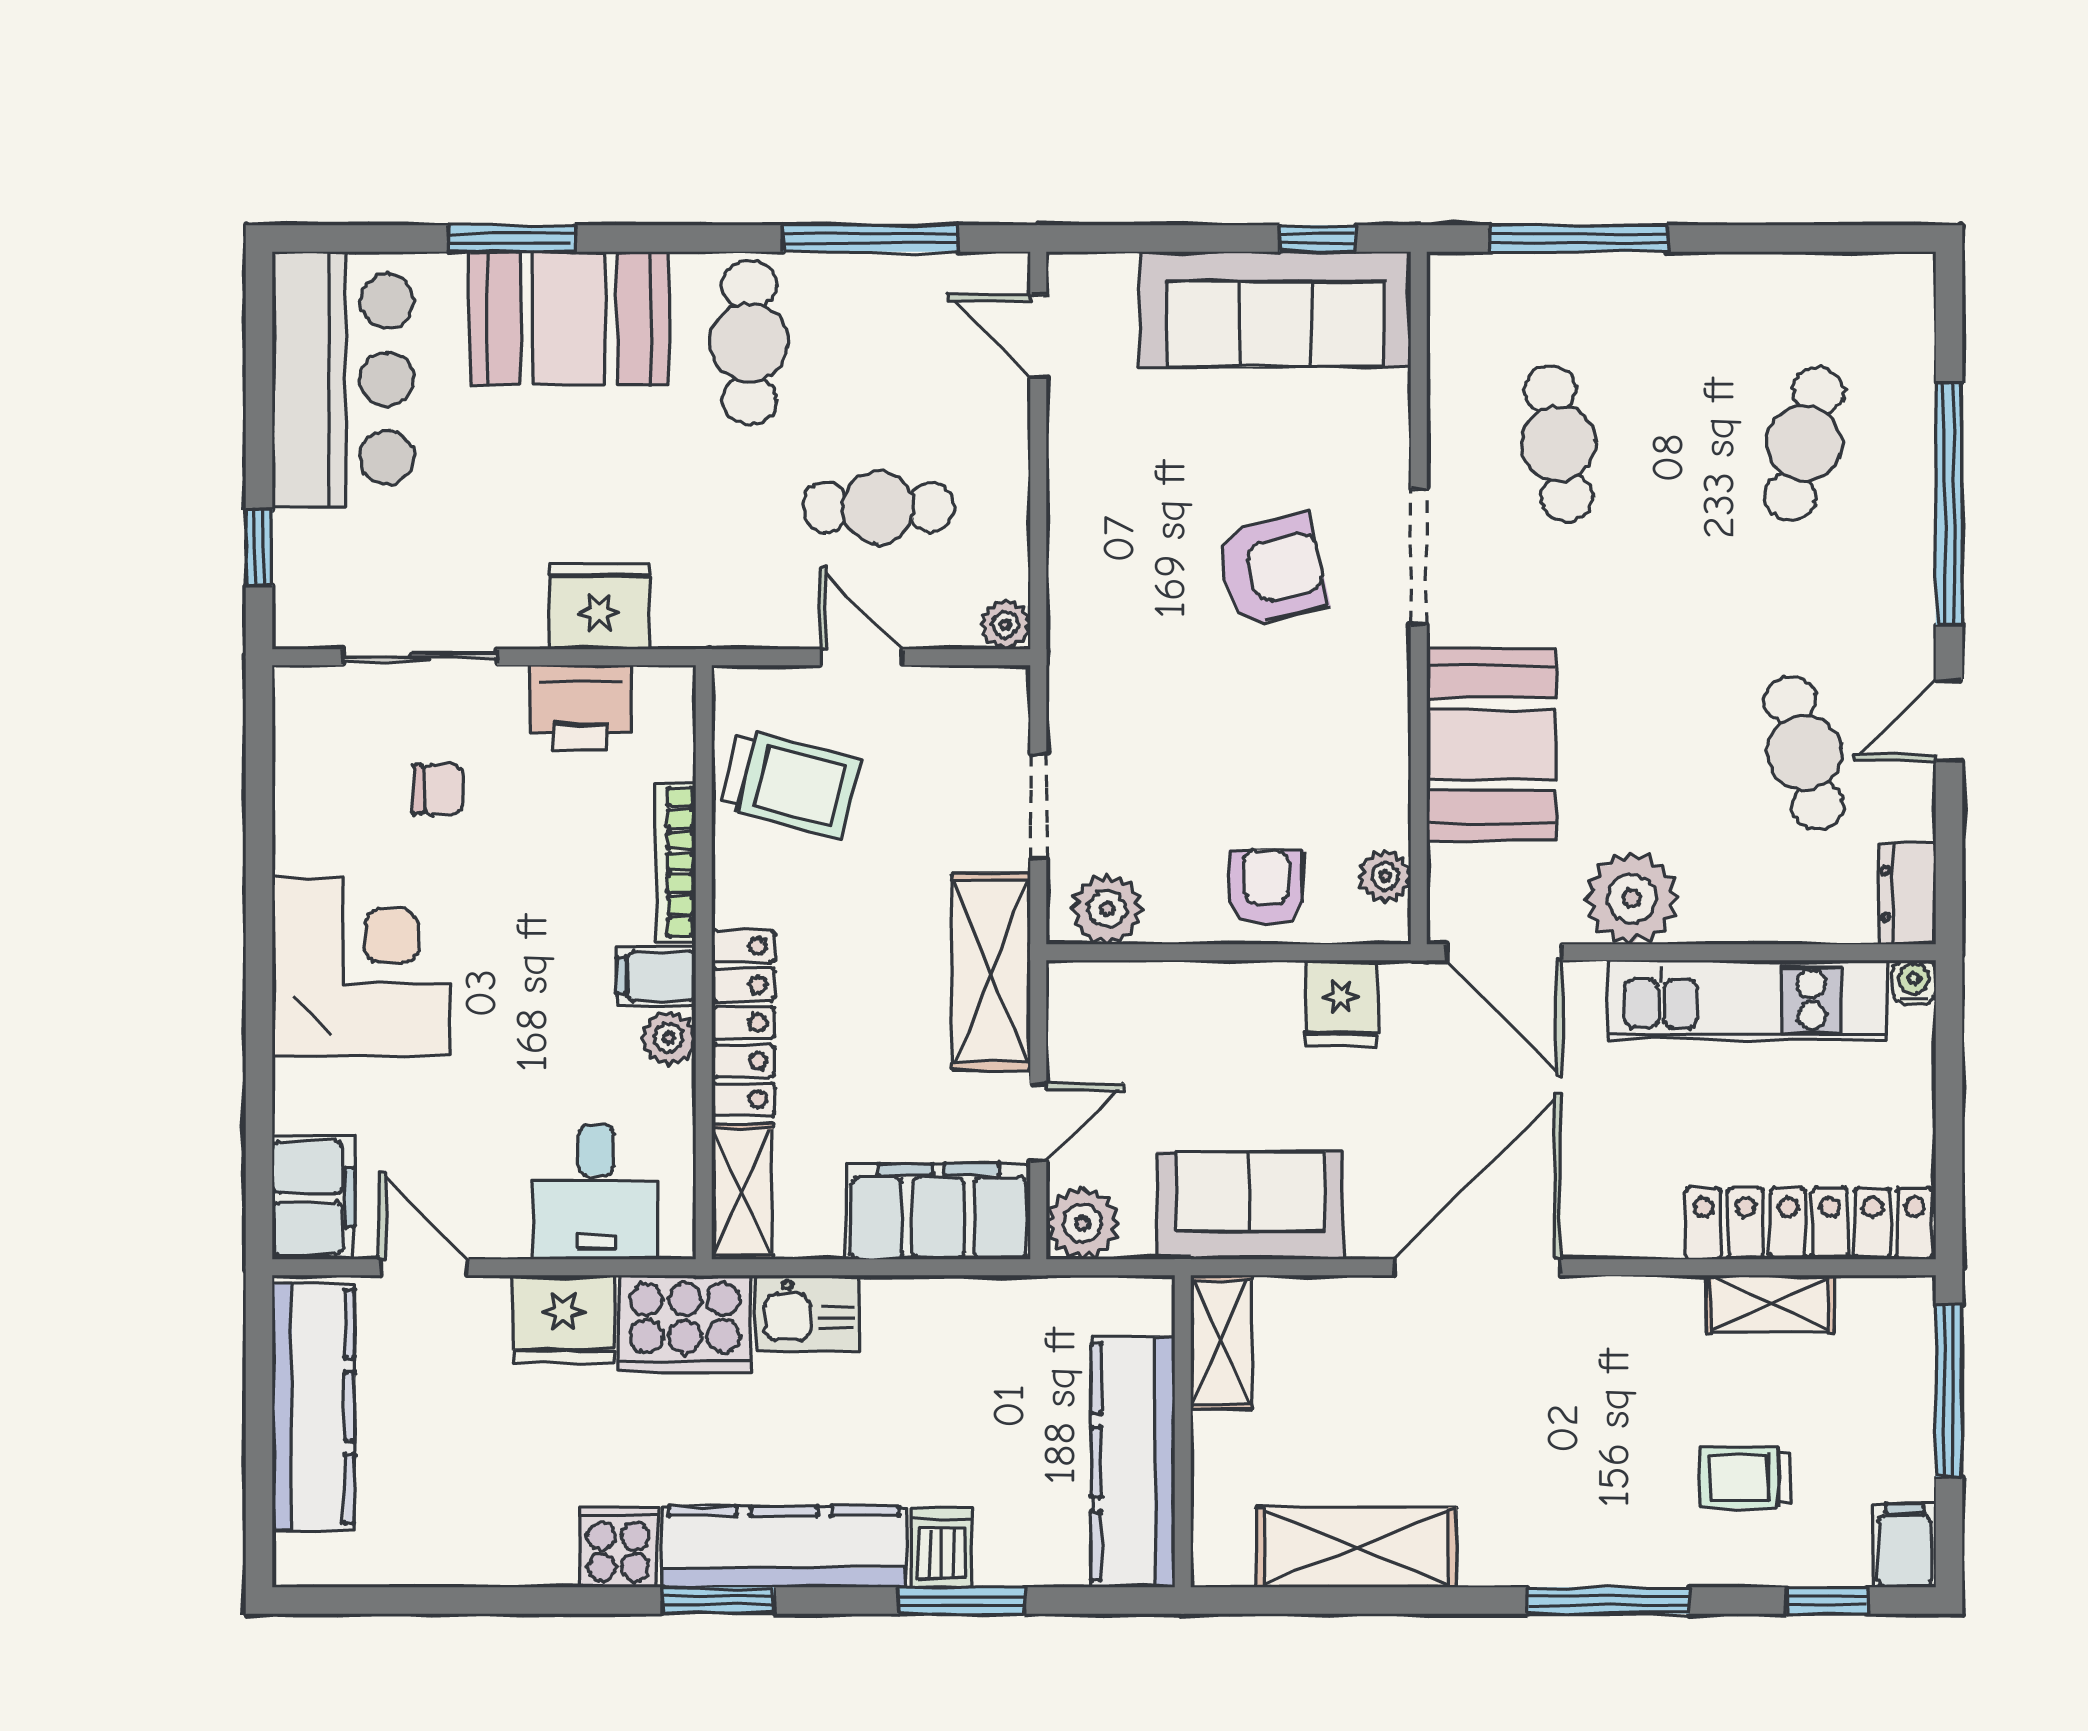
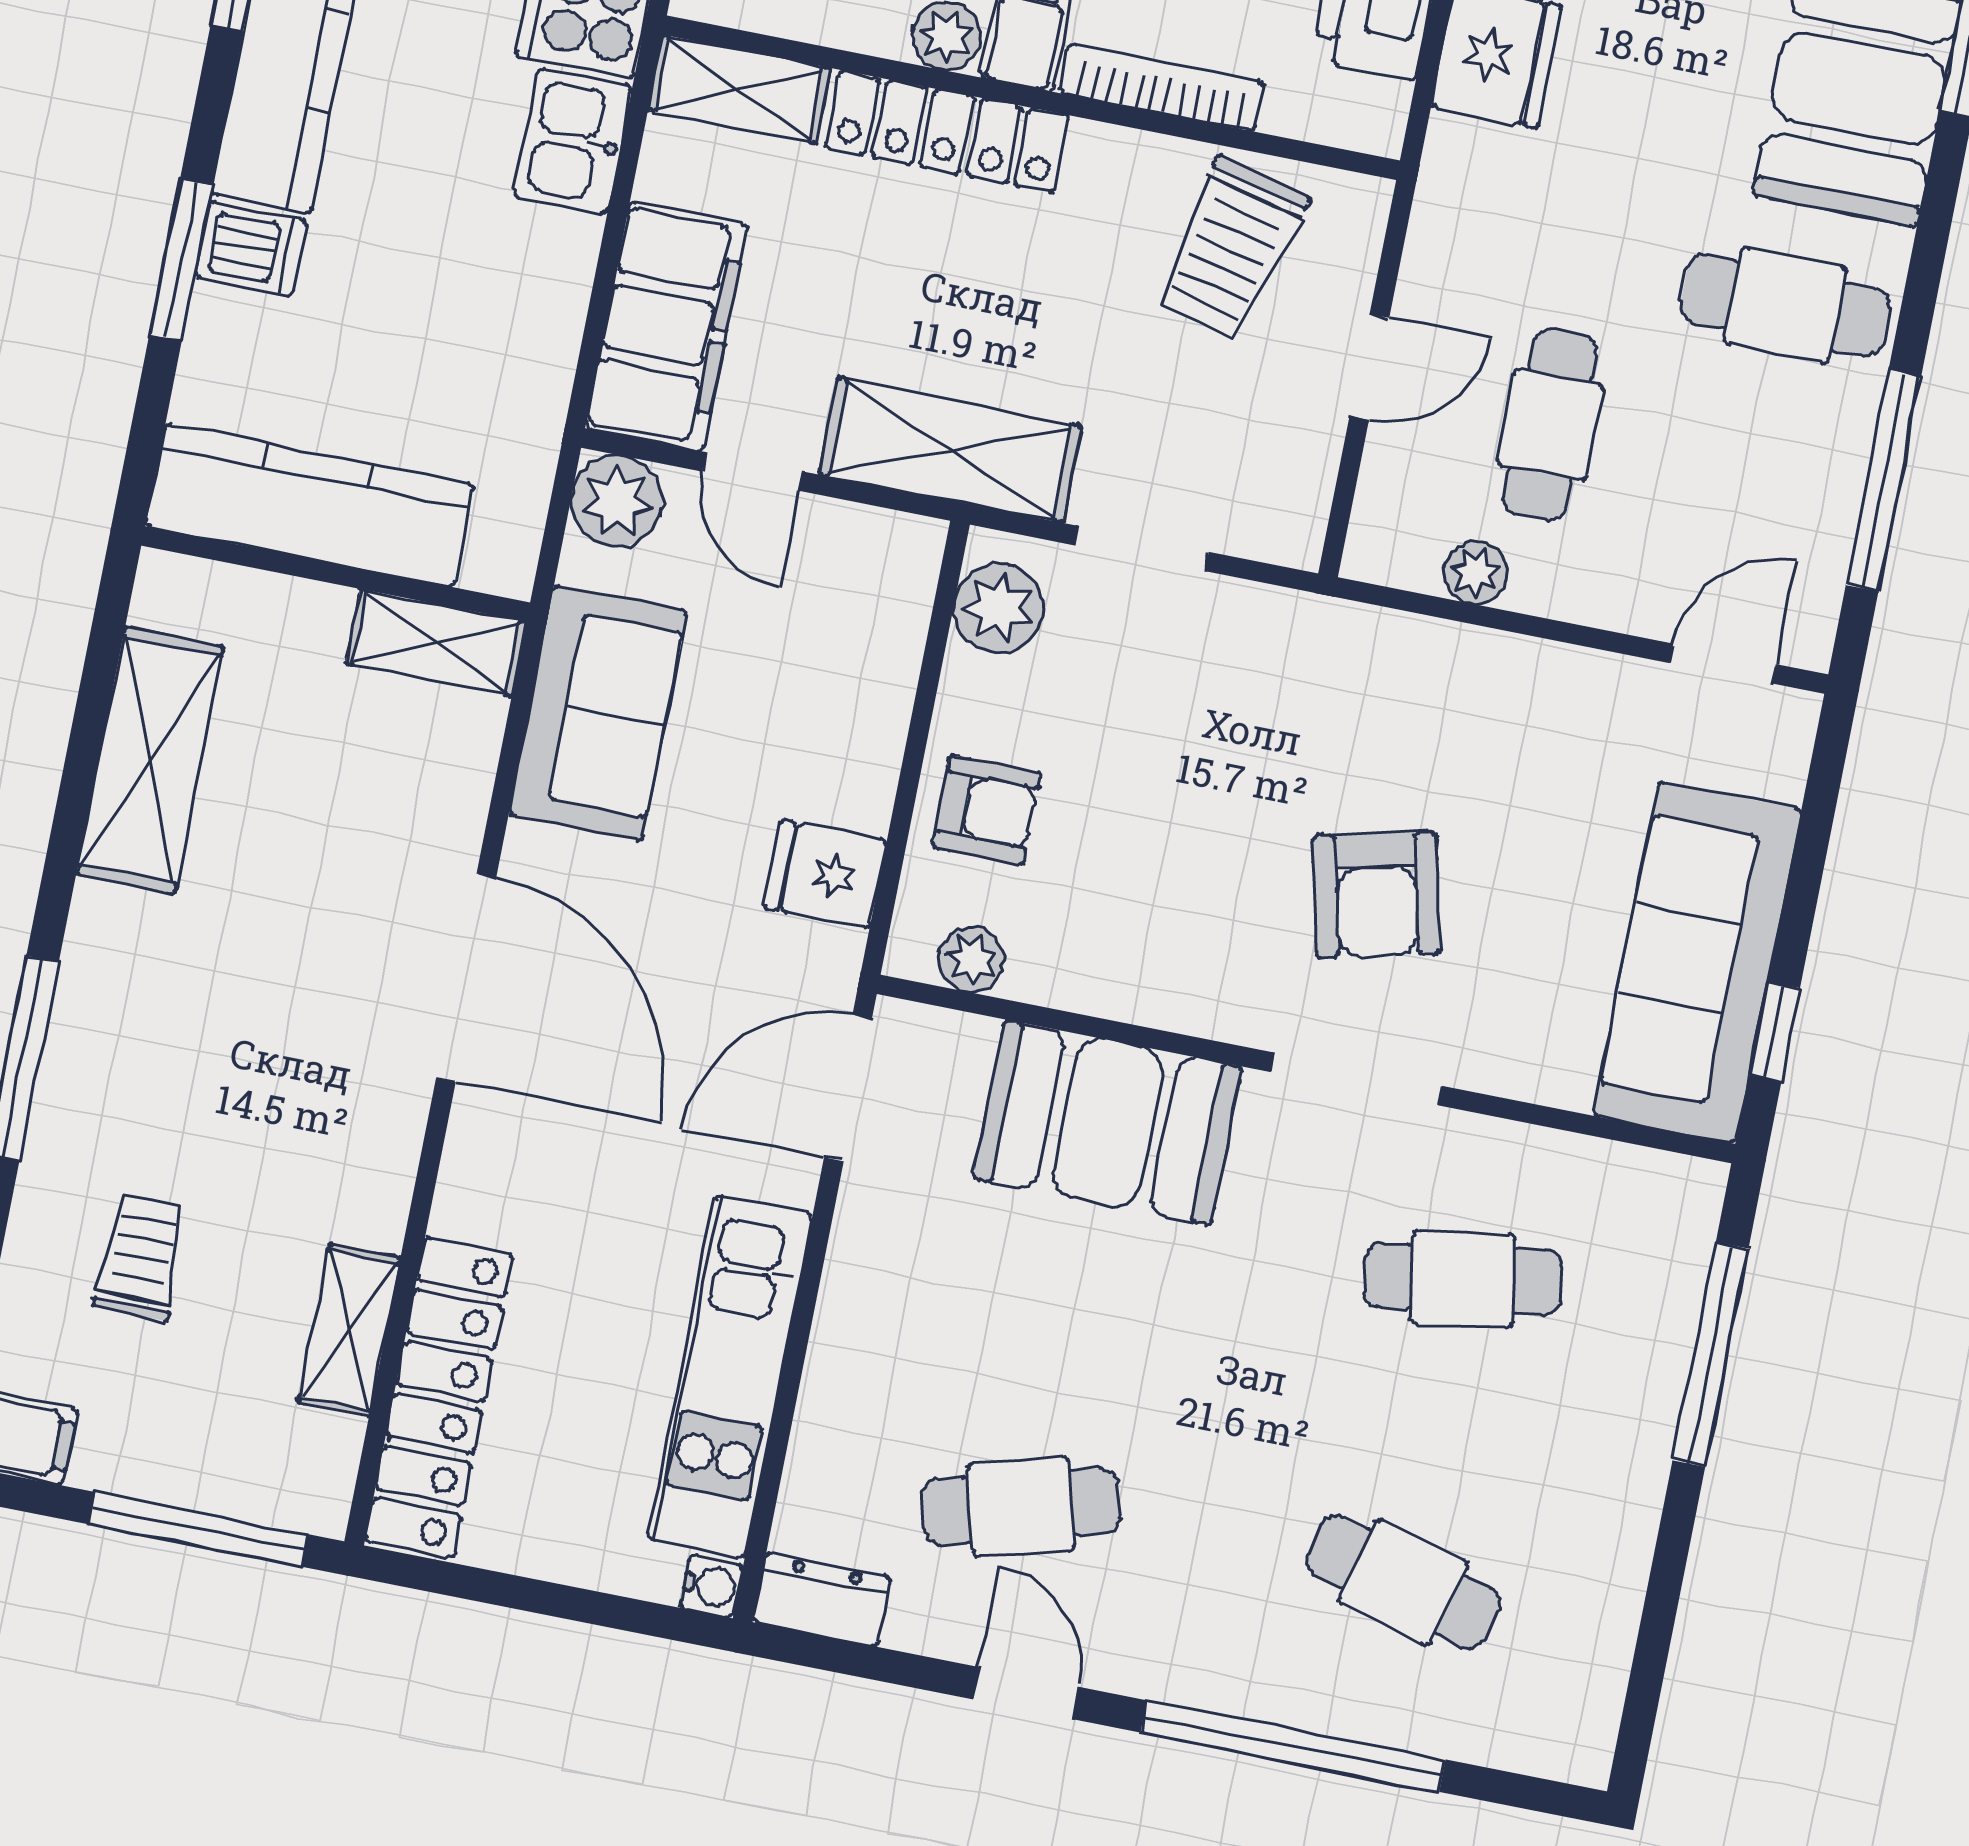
plant: (1006, 624) -> (1475, 573), moved
plant: (1632, 898) -> (884, 1258), removed

